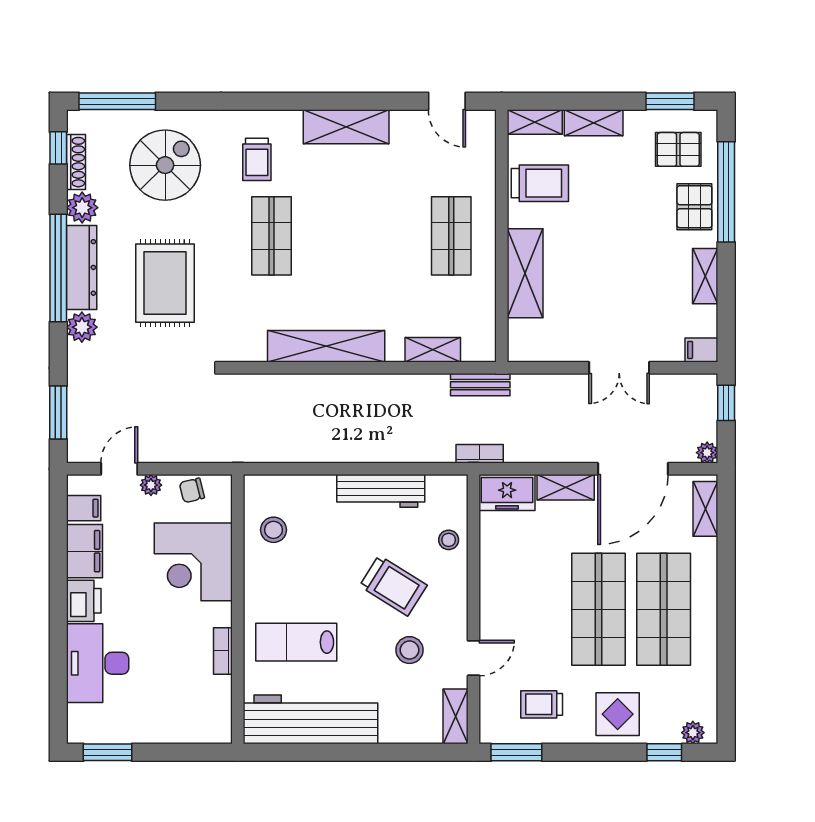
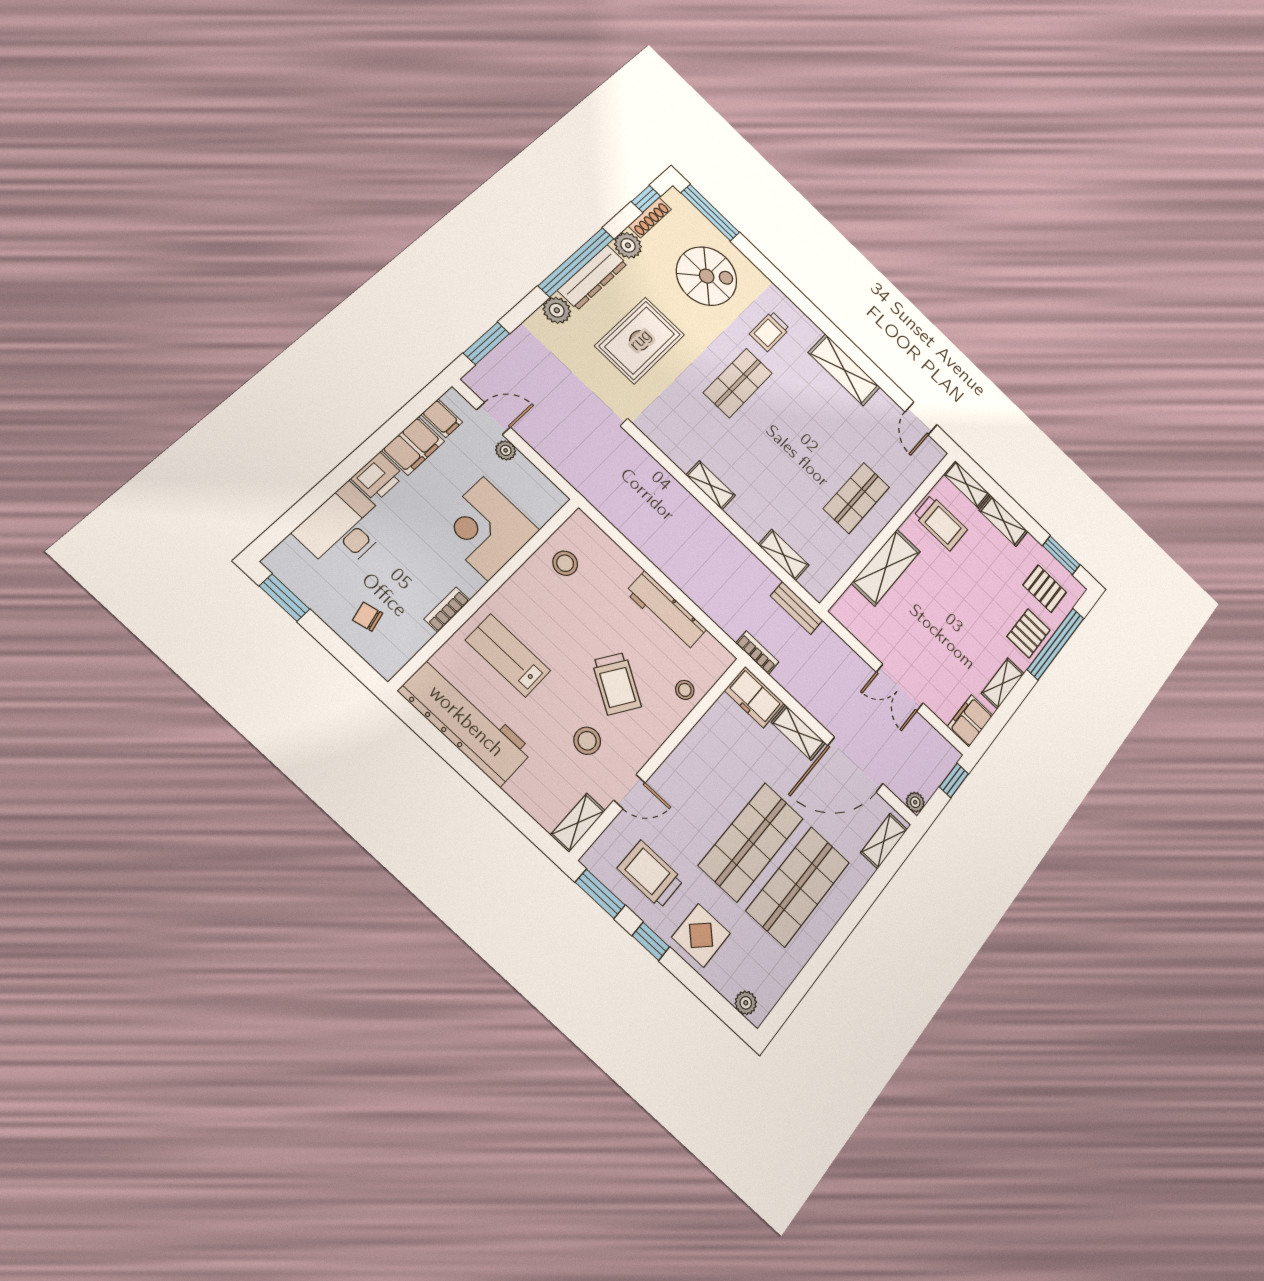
shelving: (326, 346) -> (711, 485), width x0.45, depth x0.75
filing cabinet: (701, 350) -> (970, 721), width x2.00
chair: (192, 490) -> (368, 617), moved
trolley: (542, 704) -> (650, 874), width x1.36, depth x1.39
window: (664, 752) -> (651, 941), moved

